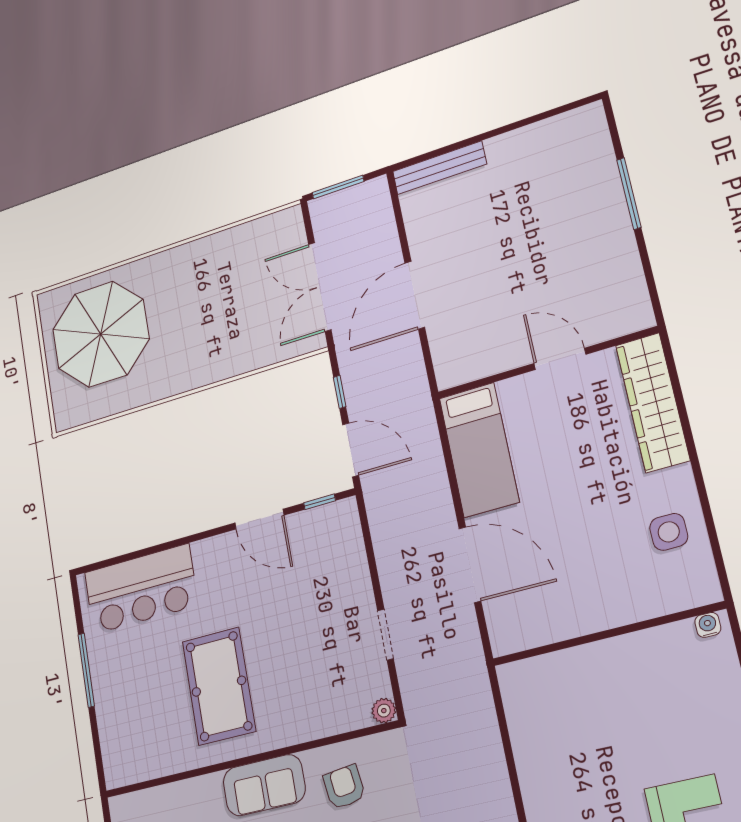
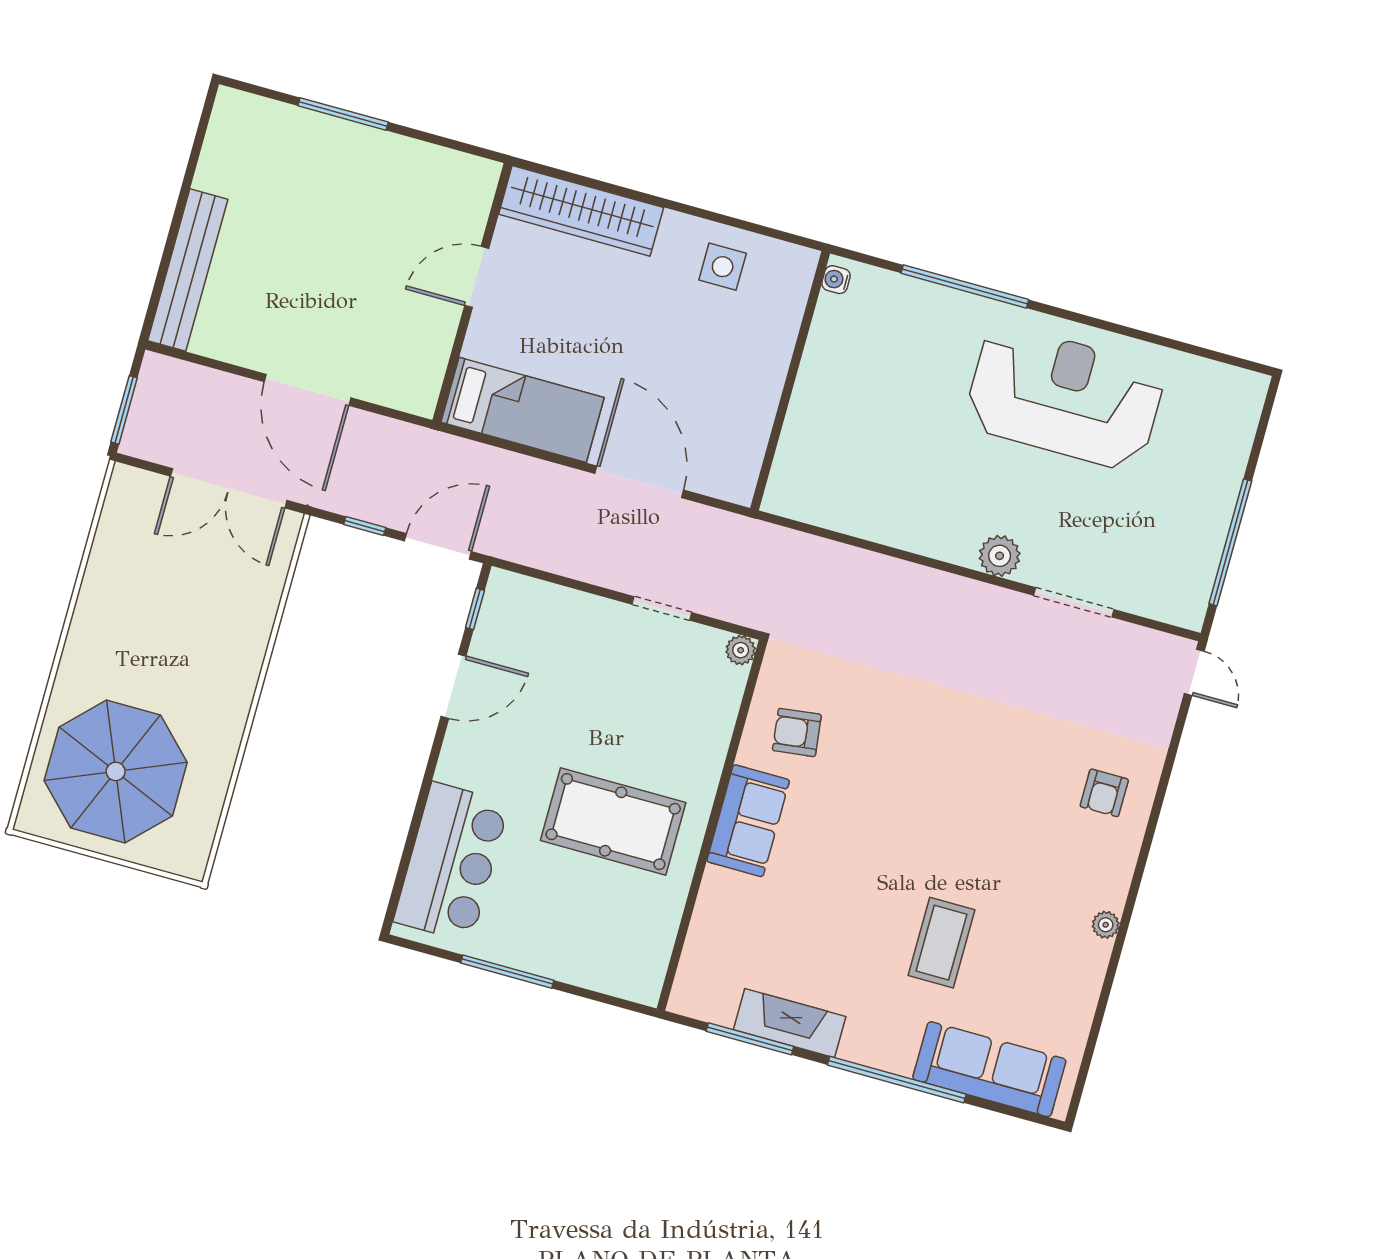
bench: (439, 168) -> (188, 270), width x1.37, depth x1.21
door: (470, 565) -> (639, 482), hinge flipped

